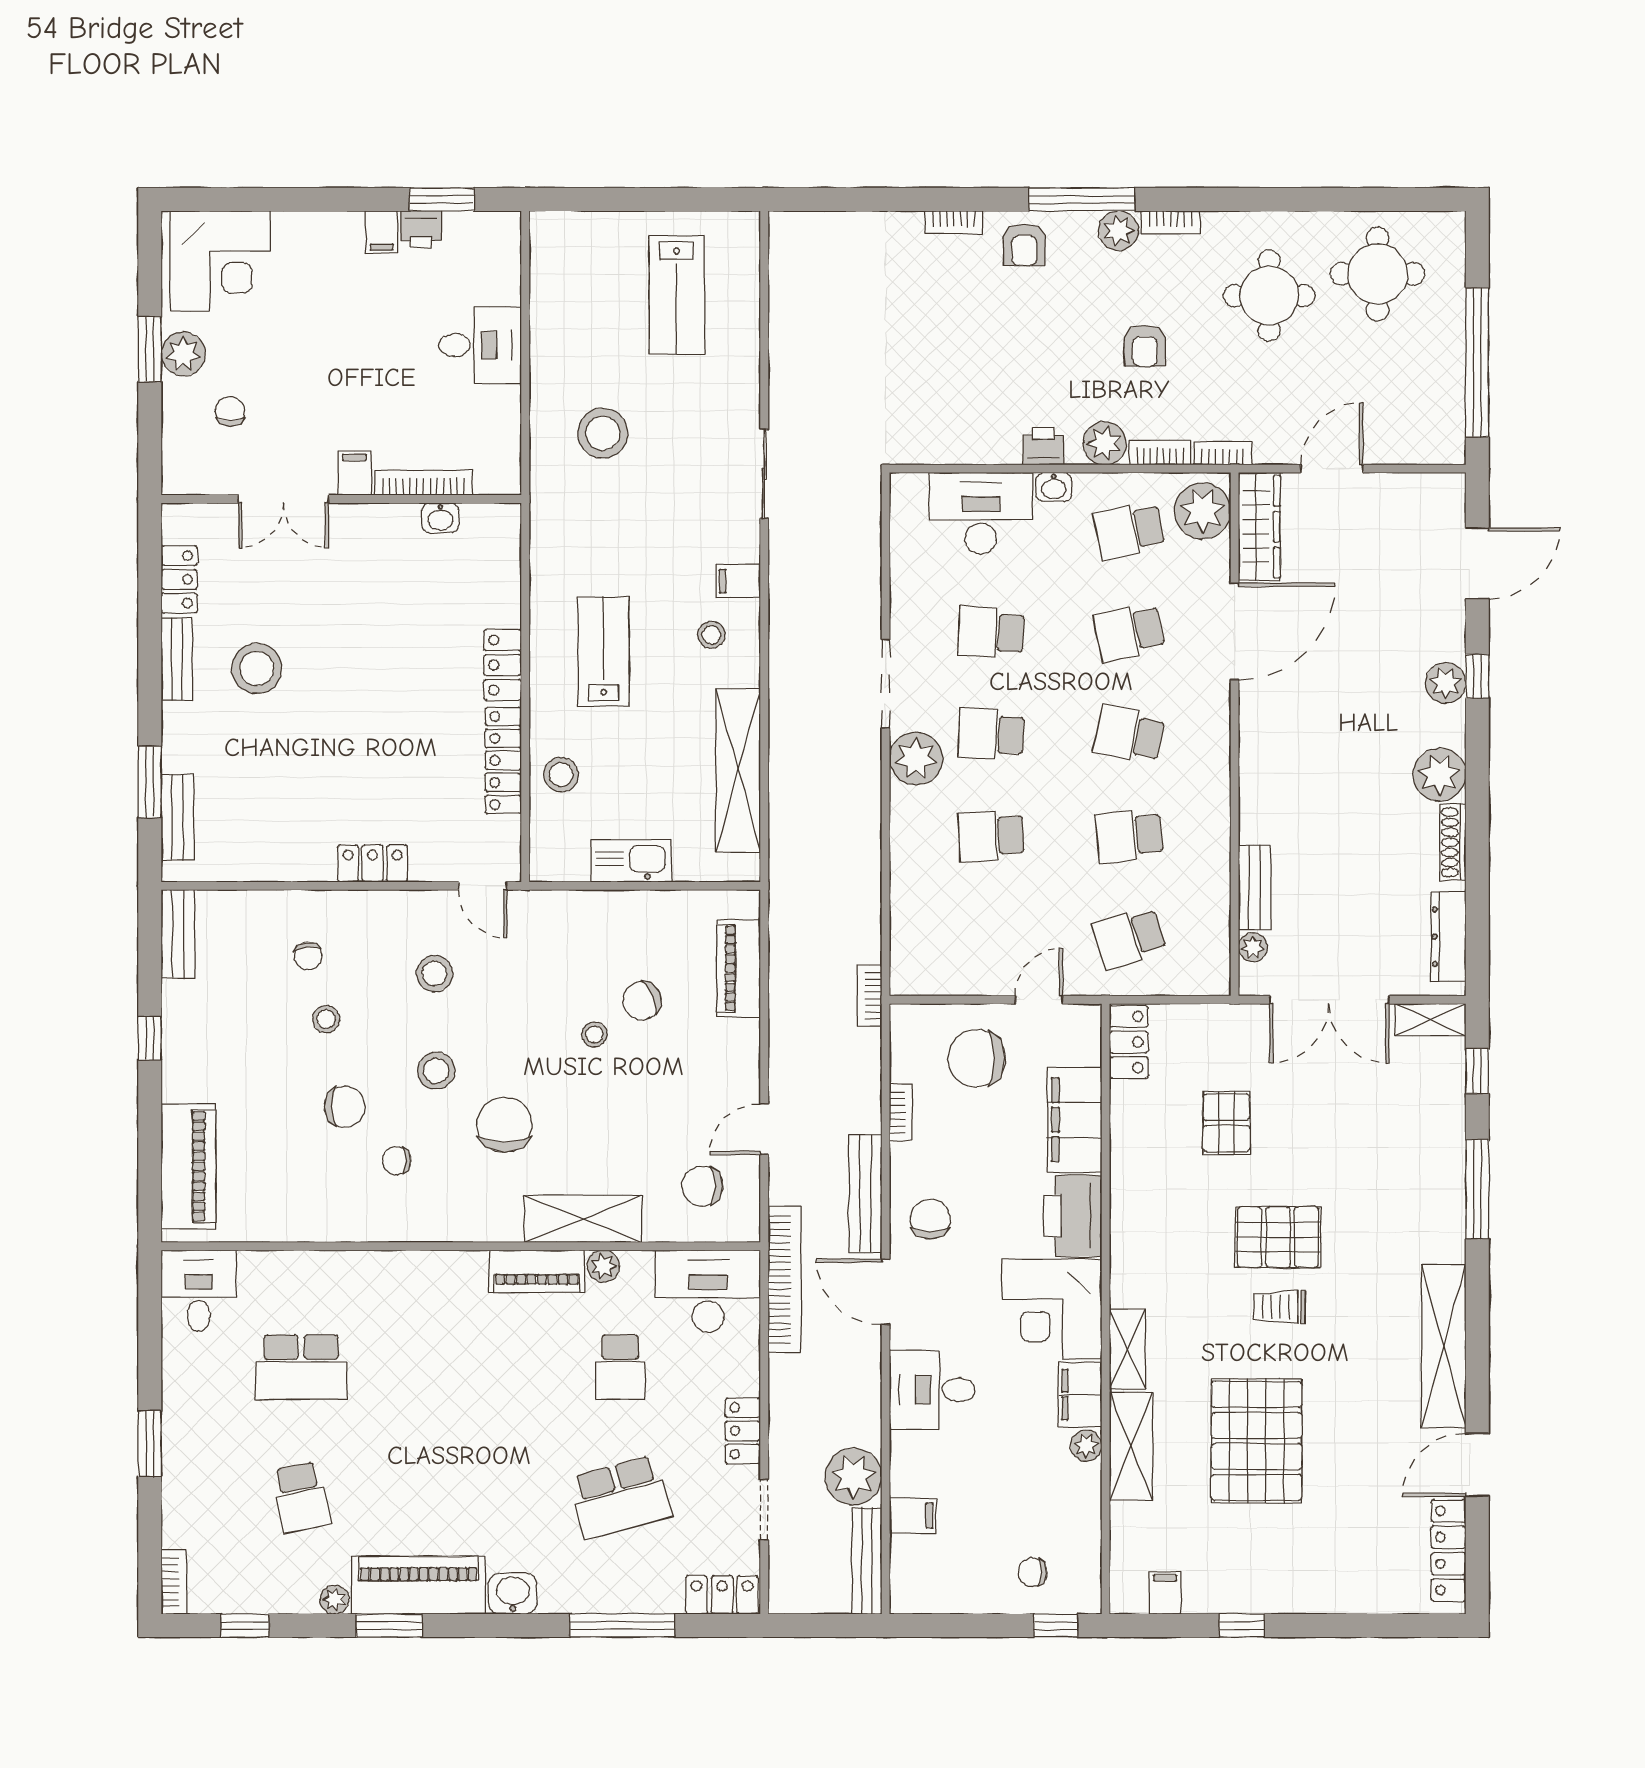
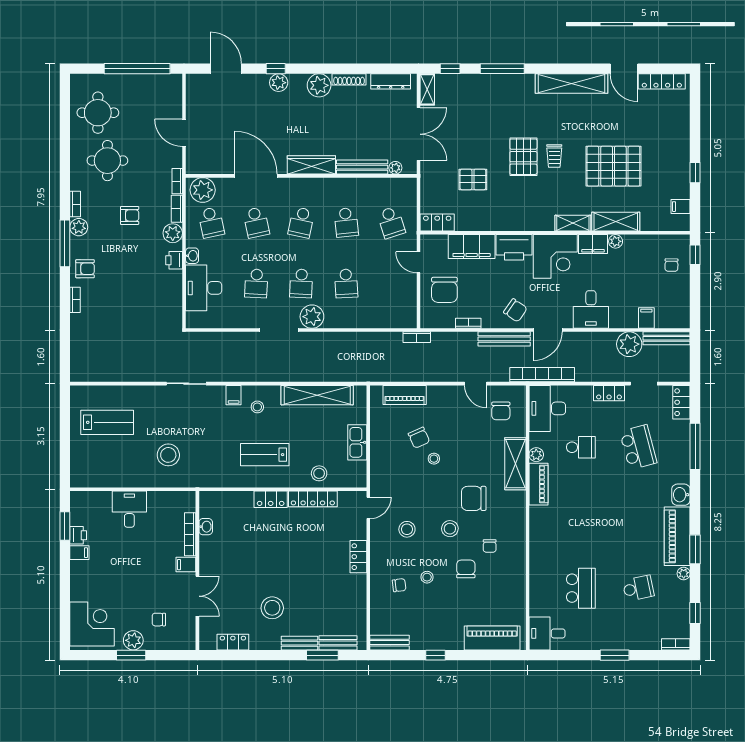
wardrobe: (1259, 527) -> (311, 165), moved
bench: (177, 659) -> (299, 643), moved
bench: (1255, 887) -> (362, 167), width x1.36
chair: (930, 1219) -> (515, 310), turned -145

